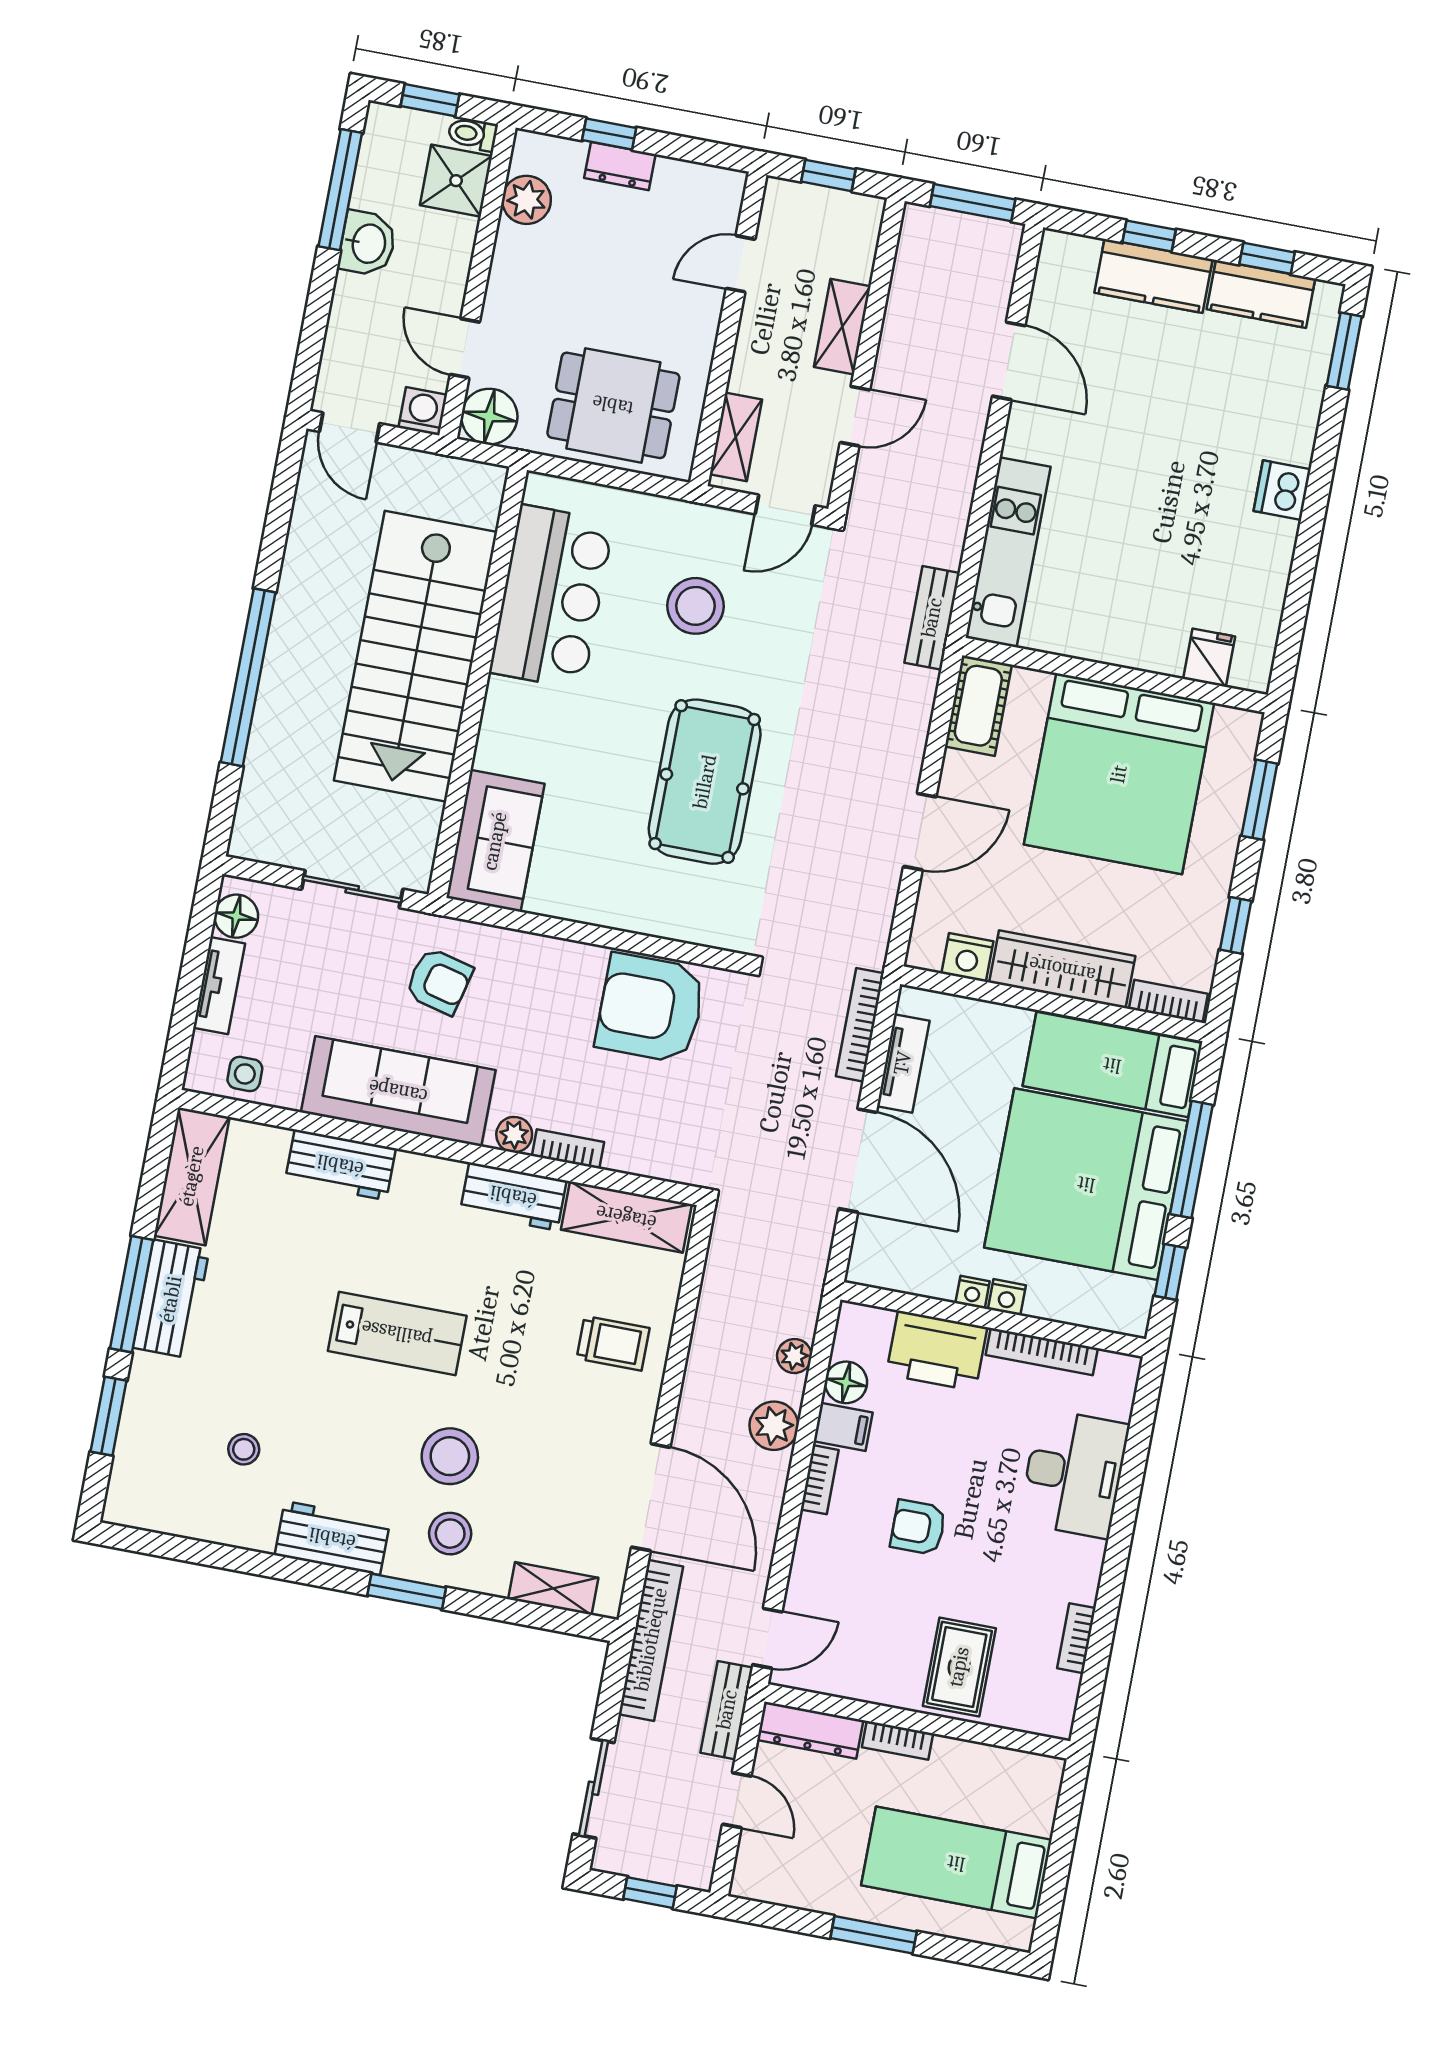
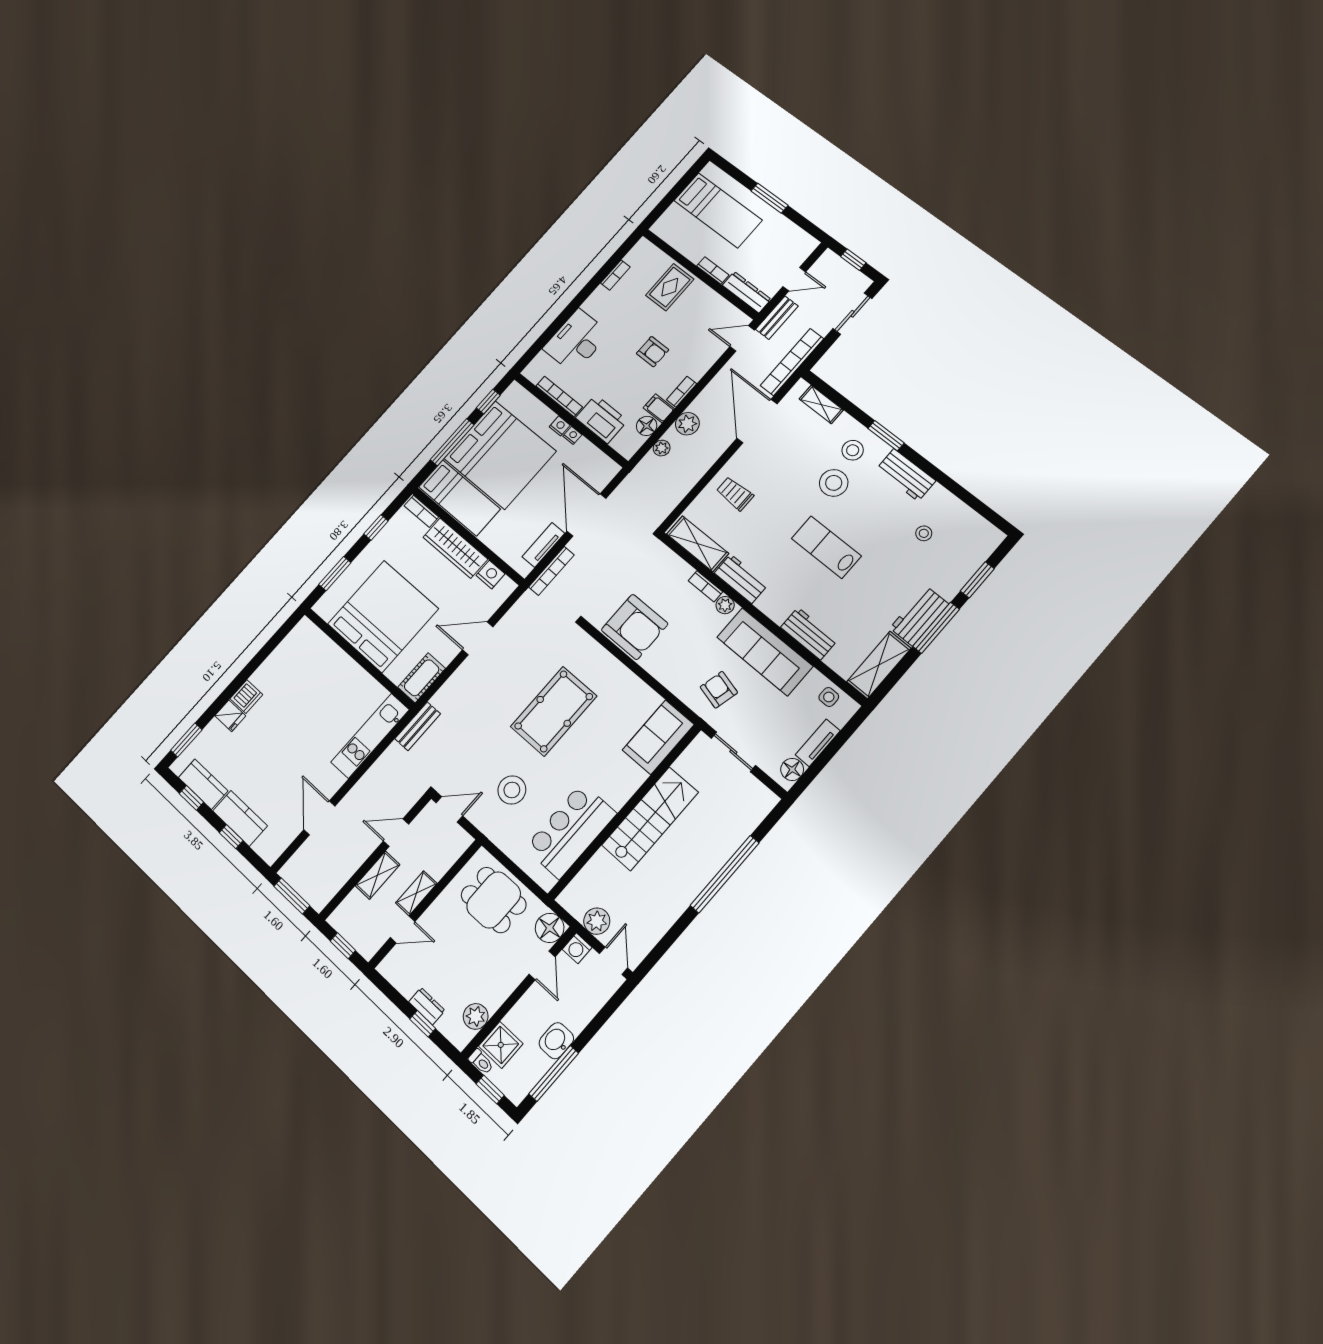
shelving: (736, 437) -> (416, 893), moved
plant: (416, 475) -> (597, 921), added
stairs: (416, 656) -> (650, 819), width x0.73, depth x0.66
fridge: (1209, 658) -> (230, 716), moved, turned -90
door: (737, 1800) -> (794, 279), swing flipped

